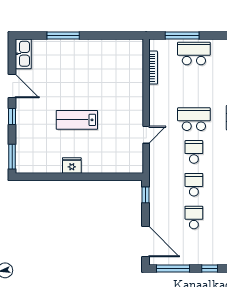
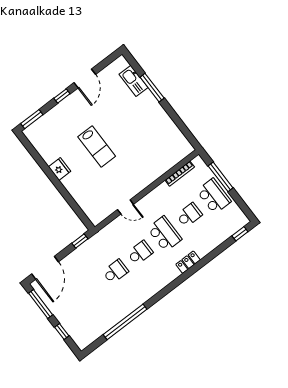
kitchen sink: (23, 54) -> (133, 81), moved, turned 90
lab bench: (77, 120) -> (97, 147), turned 180
school desk: (194, 218) -> (189, 215), moved

